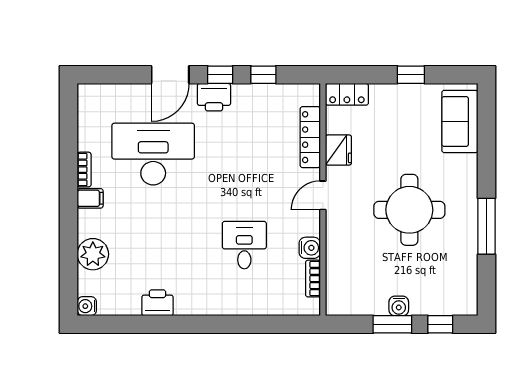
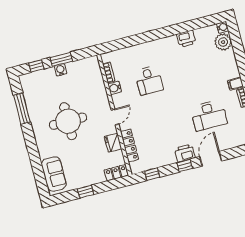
window: (263, 75) -> (152, 174), moved
desk: (153, 154) -> (209, 115), width x0.73, depth x0.77
window: (486, 226) -> (22, 109), moved
plant: (93, 254) -> (223, 42), moved

